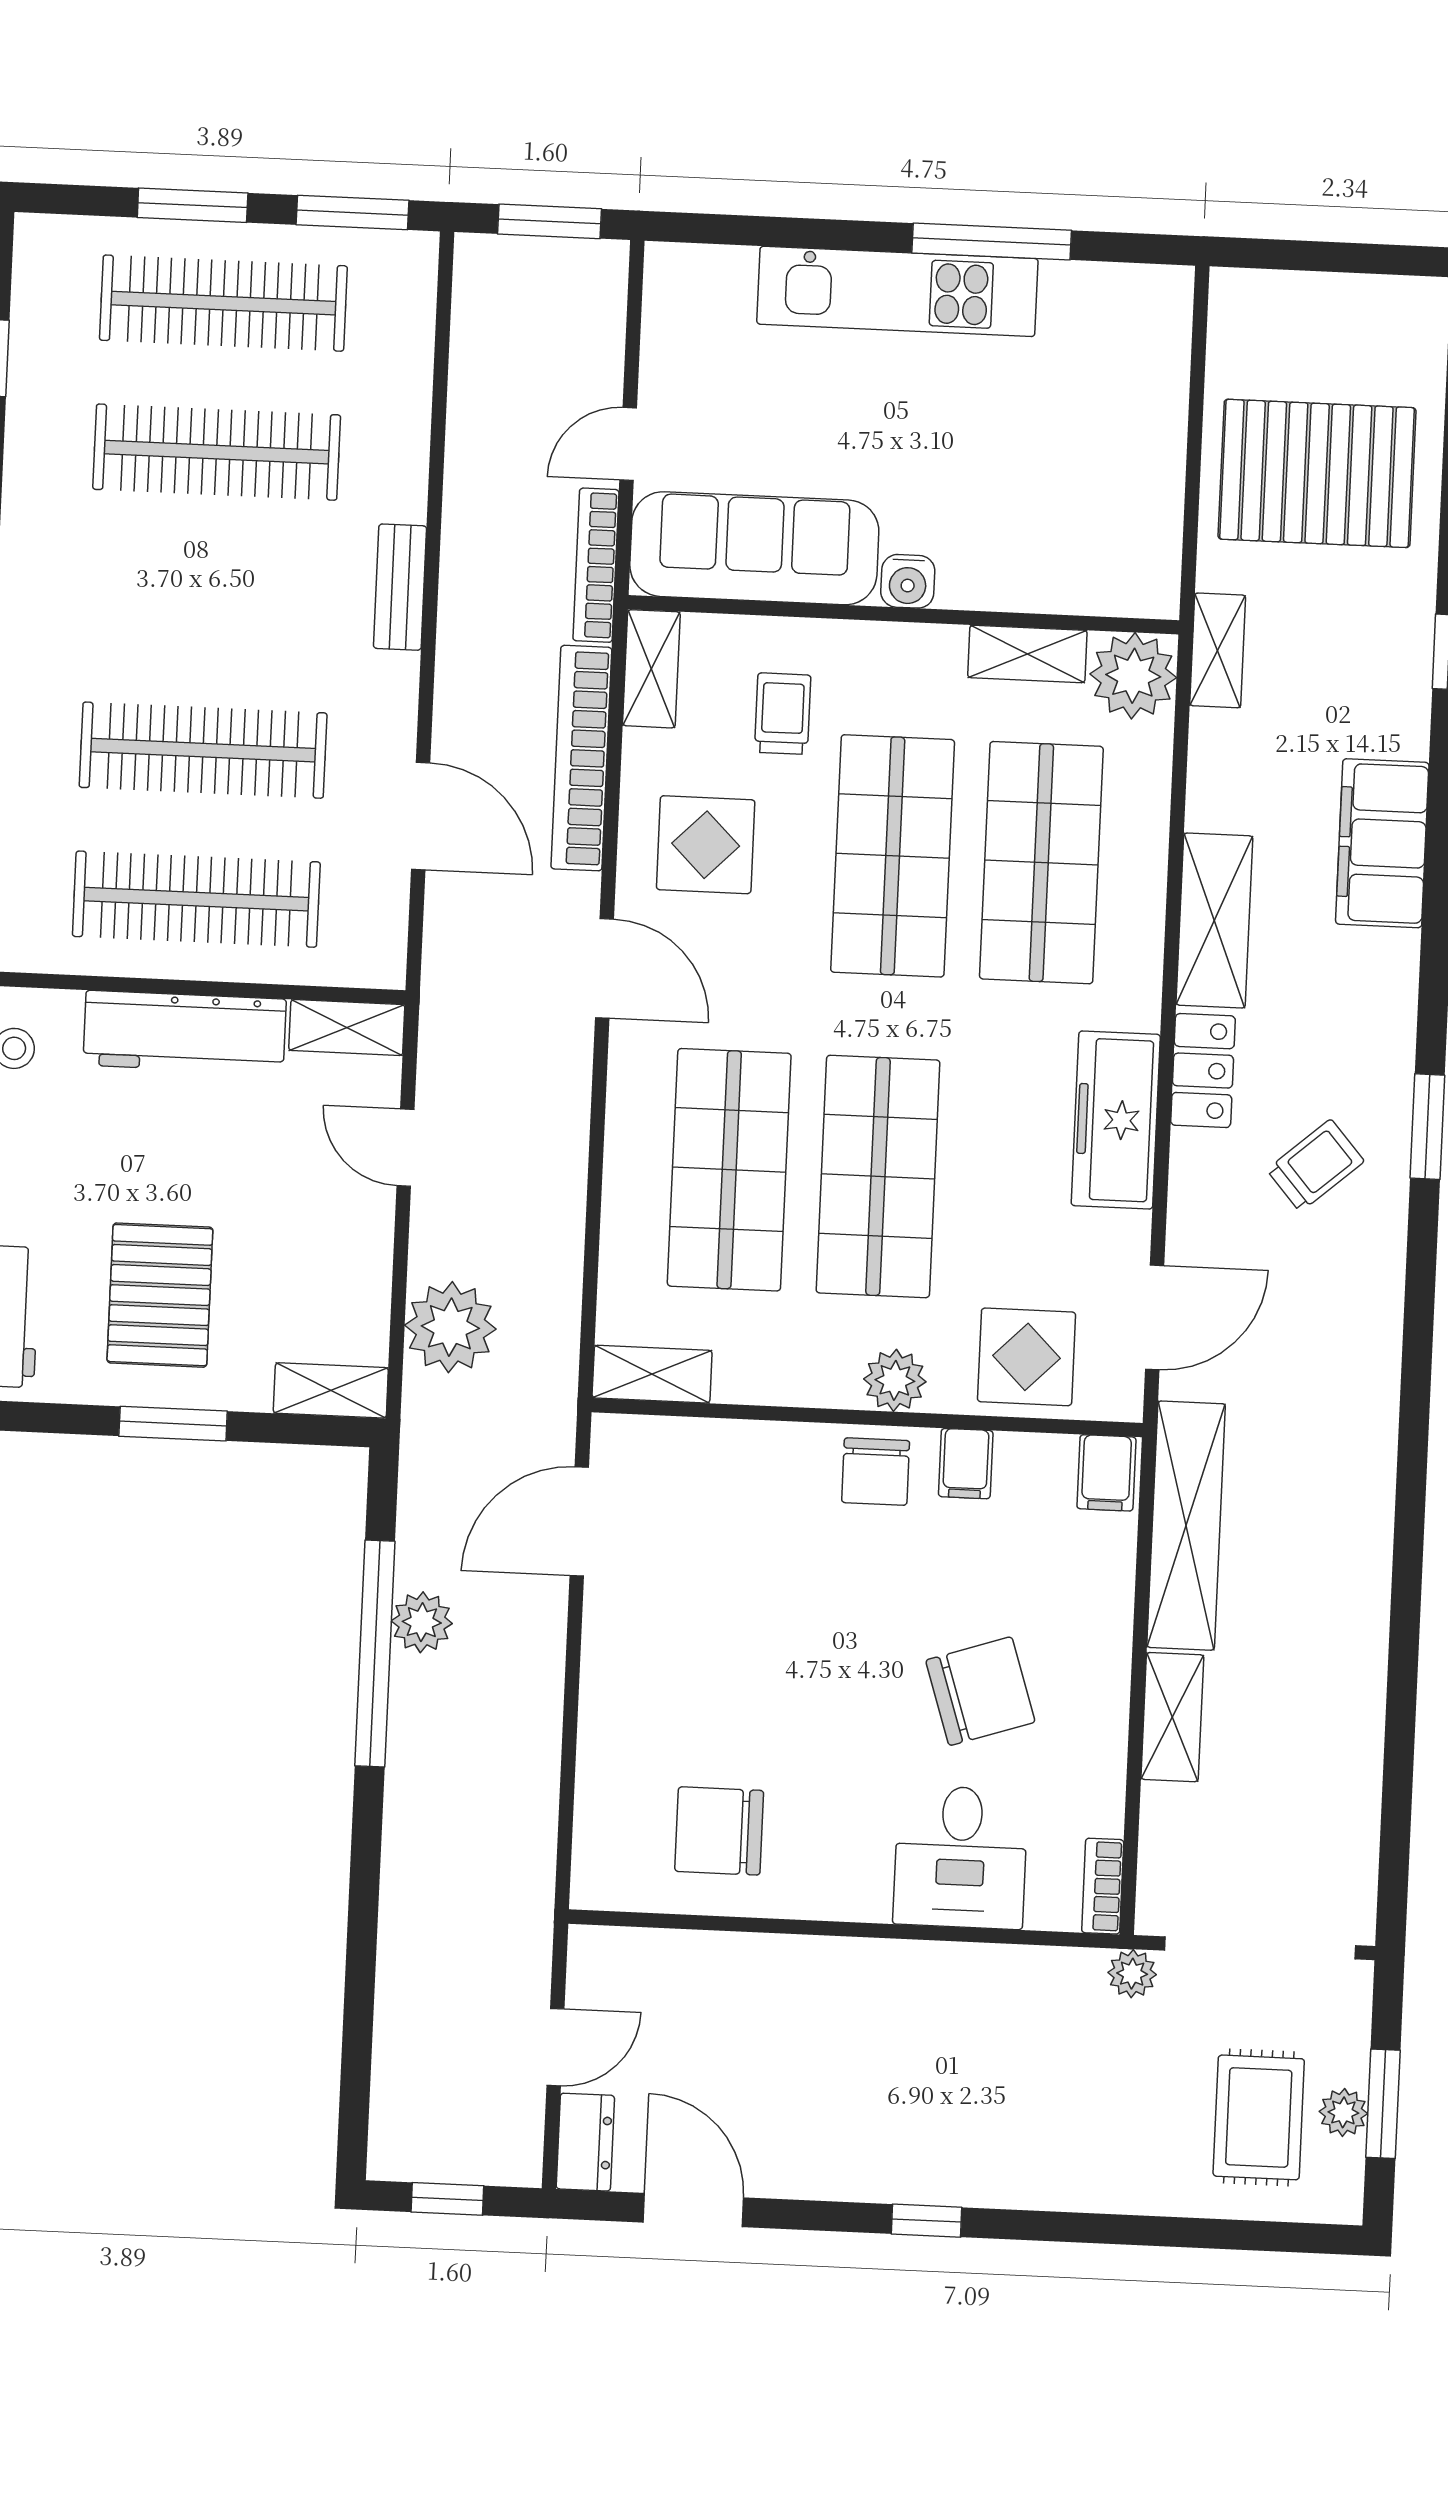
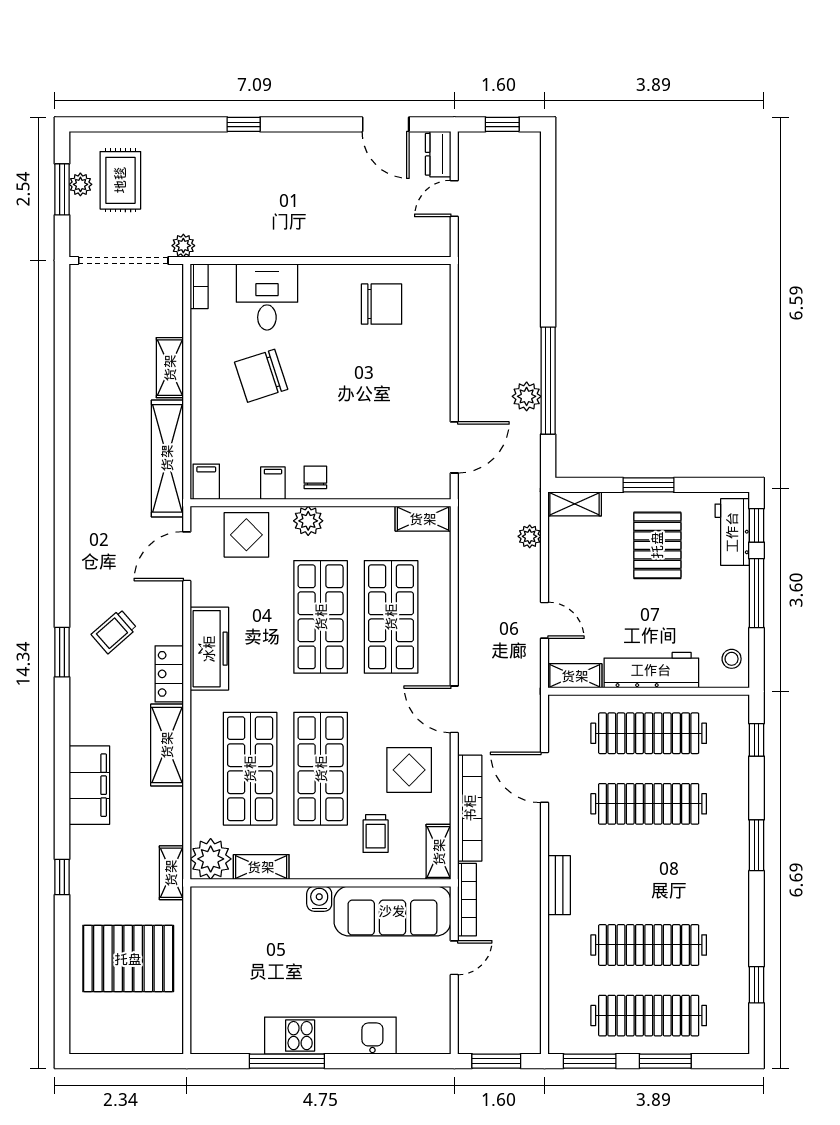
plant: (450, 1327) -> (530, 536), width x0.53, depth x0.53
chair: (876, 1472) -> (315, 477), width x0.73, depth x0.73
window: (926, 2221) -> (244, 124), moved

